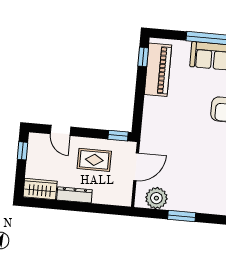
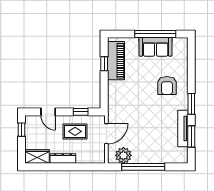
window: (143, 57) -> (104, 64), moved
window: (118, 136) -> (81, 112), moved
window: (182, 216) -> (143, 167), width x2.11

